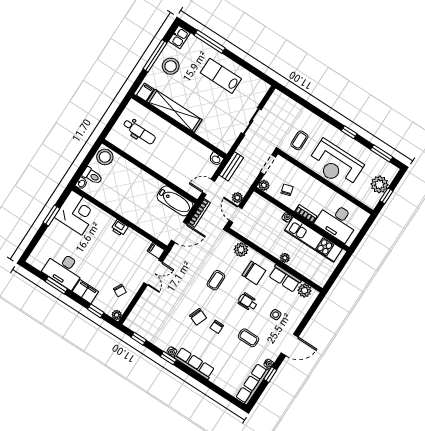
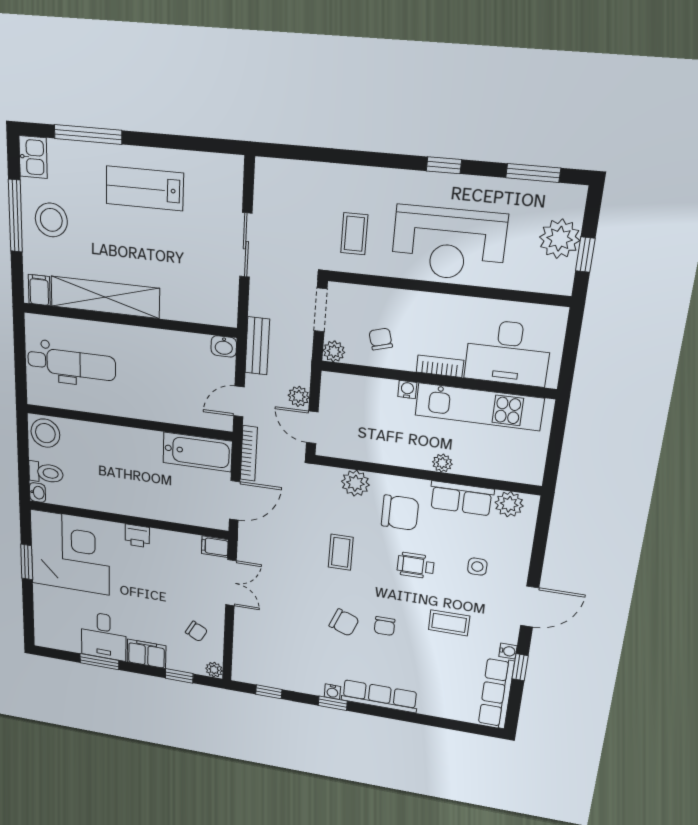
dental chair: (139, 132) -> (72, 364), width x1.36, depth x1.38
corner desk: (77, 213) -> (70, 553), width x1.36, depth x1.36
desk: (64, 270) -> (104, 636), width x0.73

